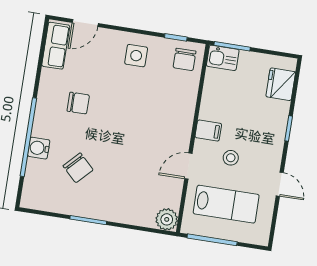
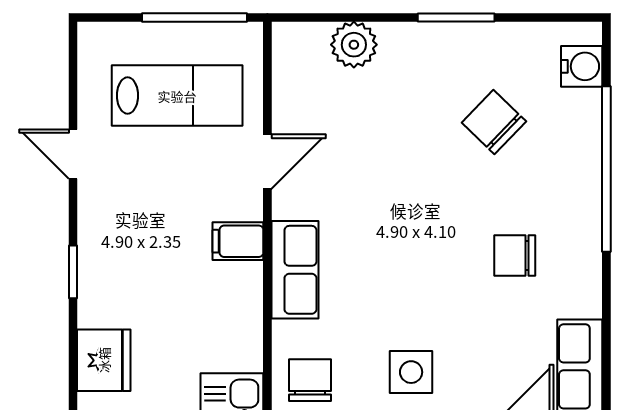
row of seats: (183, 113) -> (295, 270), added
water cooler: (39, 148) -> (582, 66), moved
stool: (231, 158) -> (183, 192), removed
lab bench: (226, 204) -> (177, 96), turned 180
plant: (167, 219) -> (354, 45), moved

